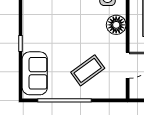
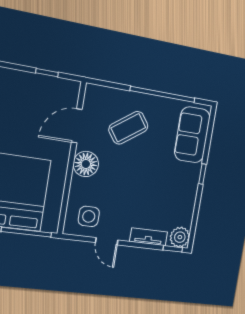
floor lamp: (116, 25) -> (86, 164), moved

